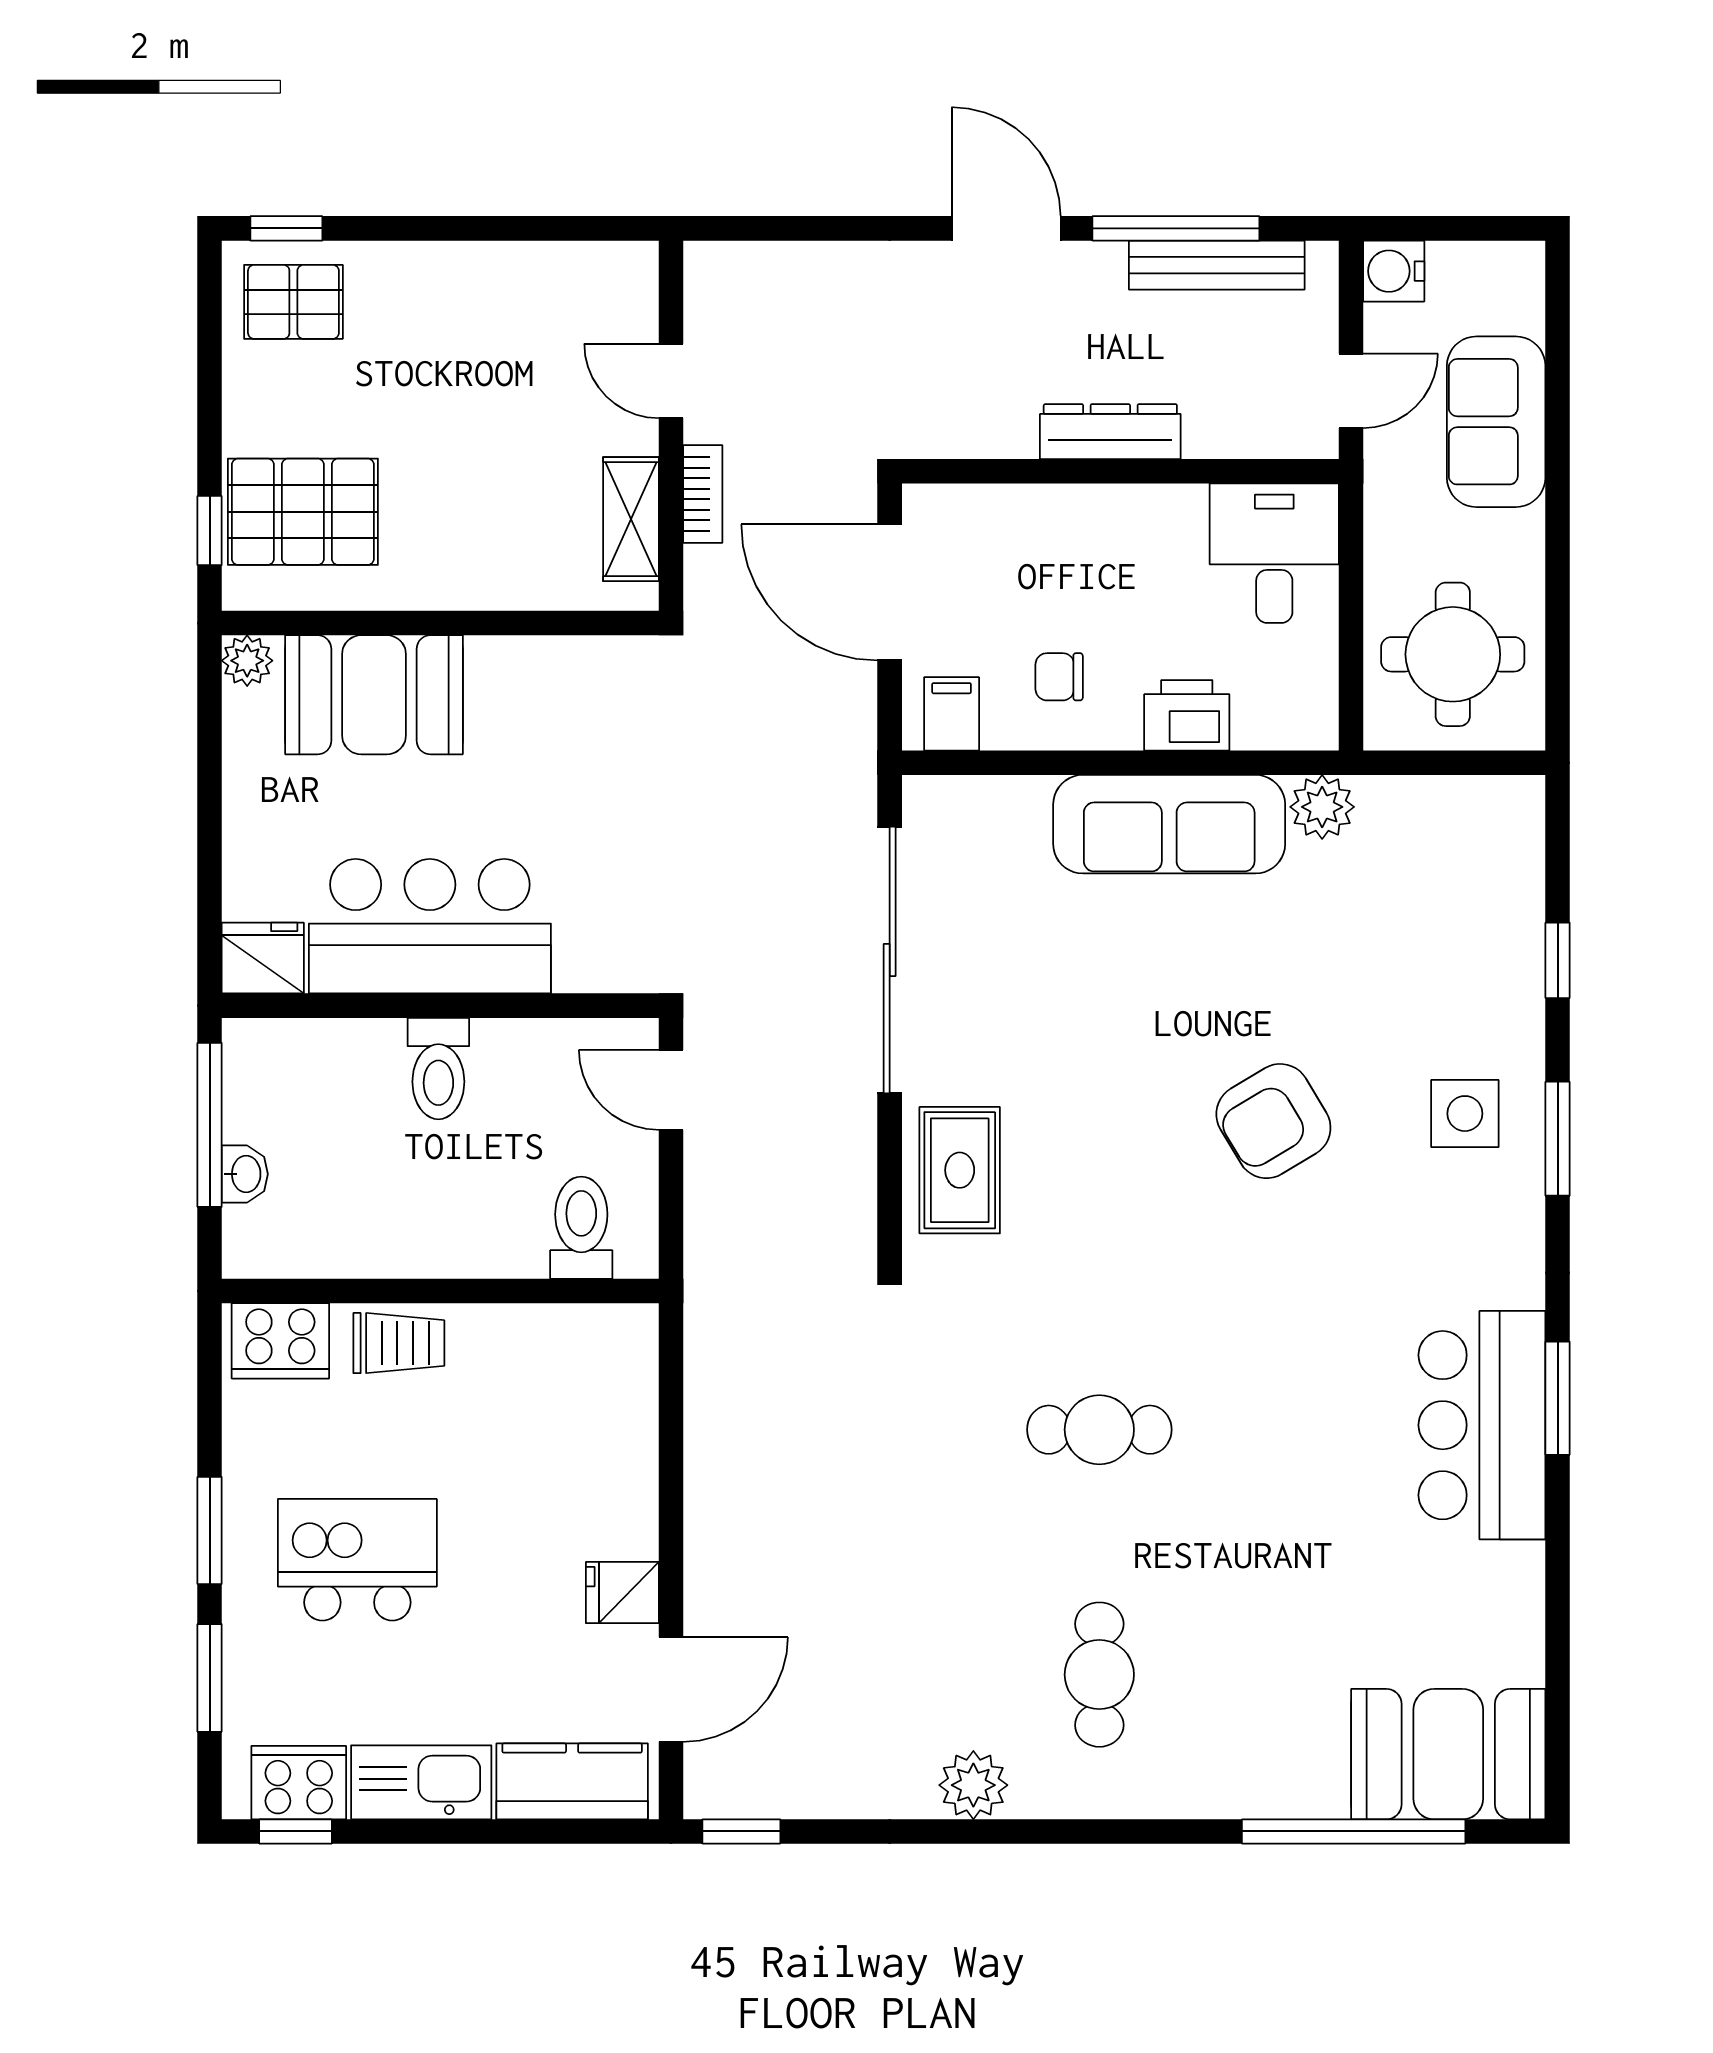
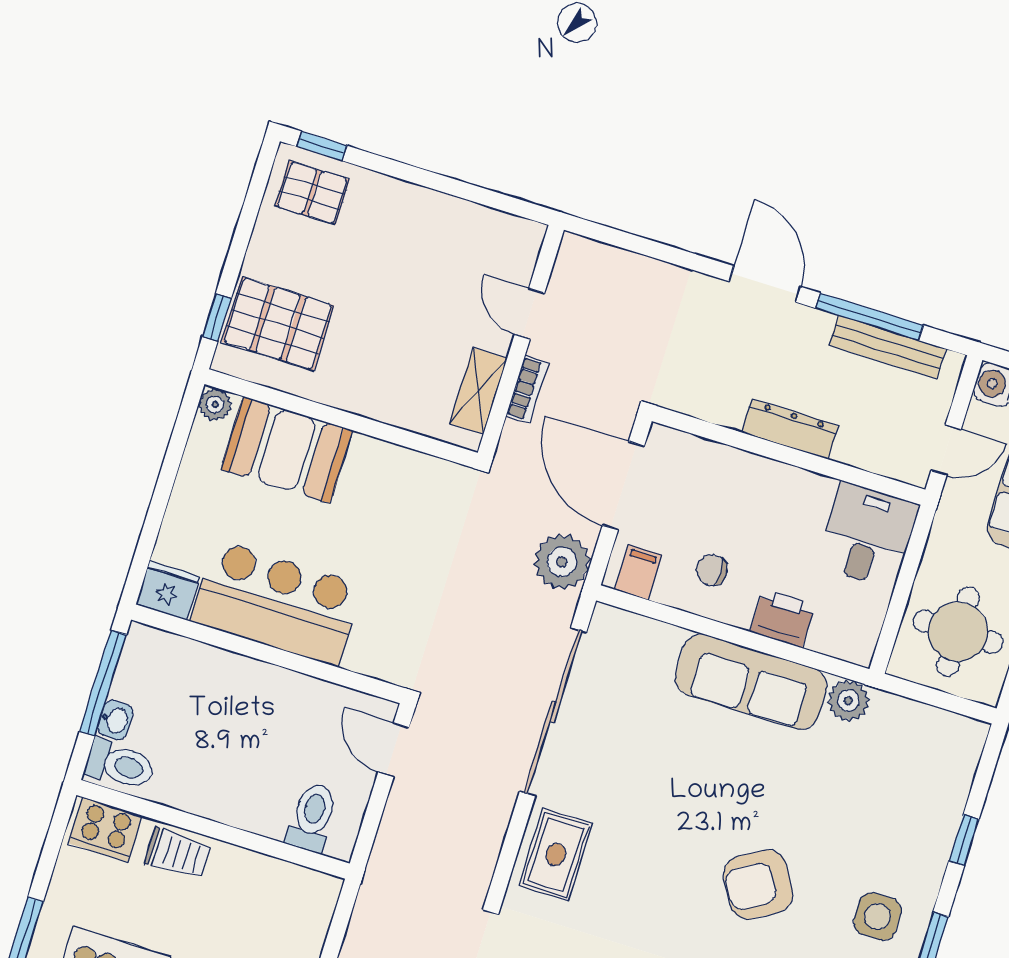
plant: (834, 734) -> (562, 562), added
toilet: (438, 1069) -> (120, 765), moved, turned -90

